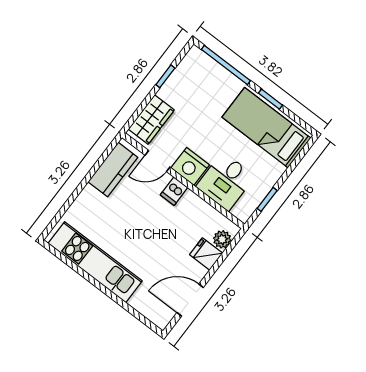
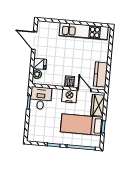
bed: (266, 128) -> (82, 125), moved, turned 180
door: (158, 161) -> (84, 90), hinge flipped
desk: (225, 181) -> (41, 98), moved
door: (190, 300) -> (34, 41), swing flipped

